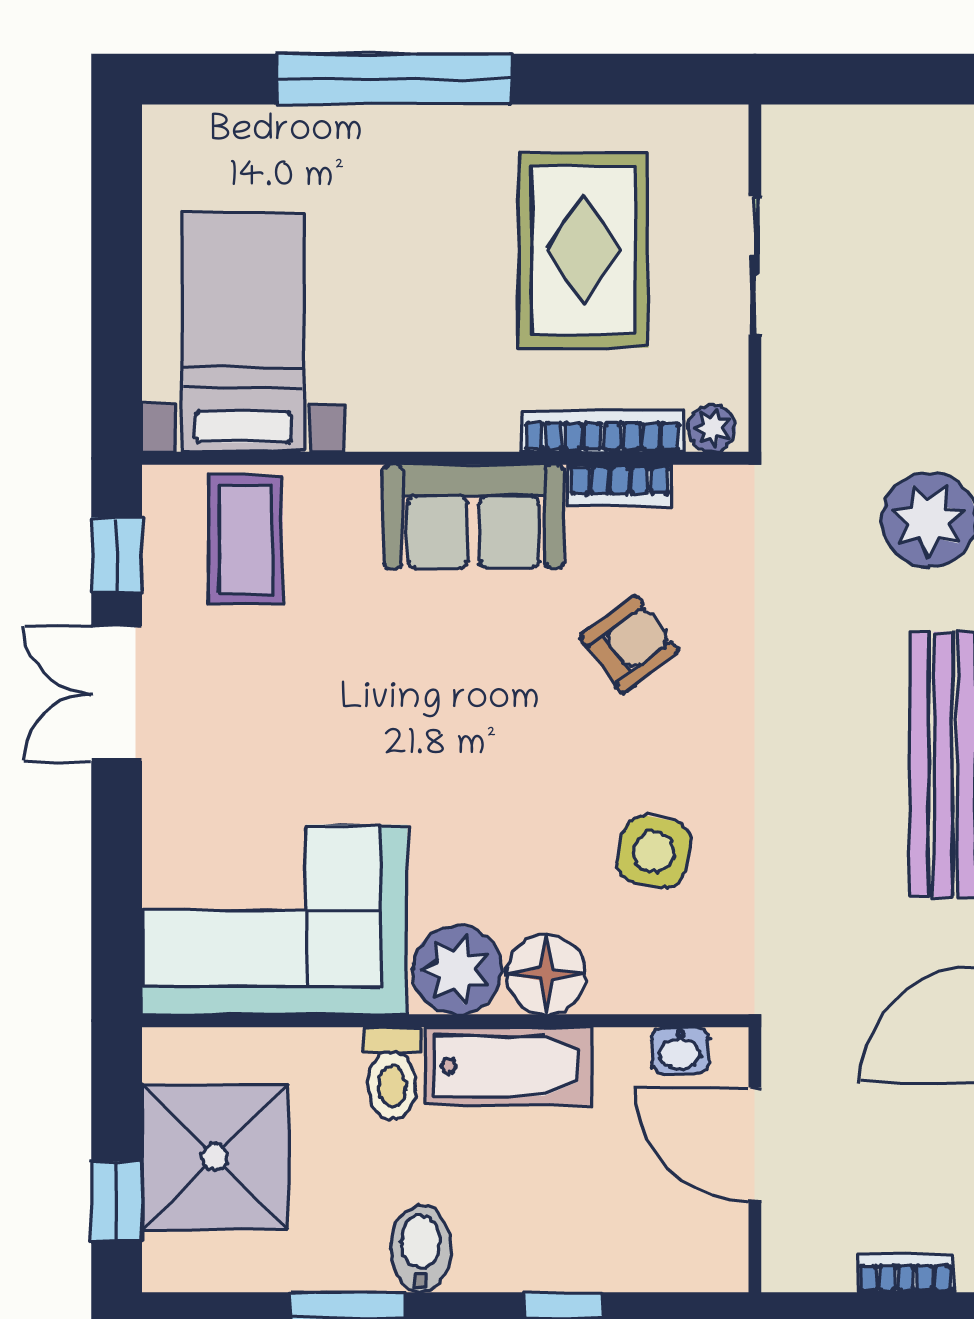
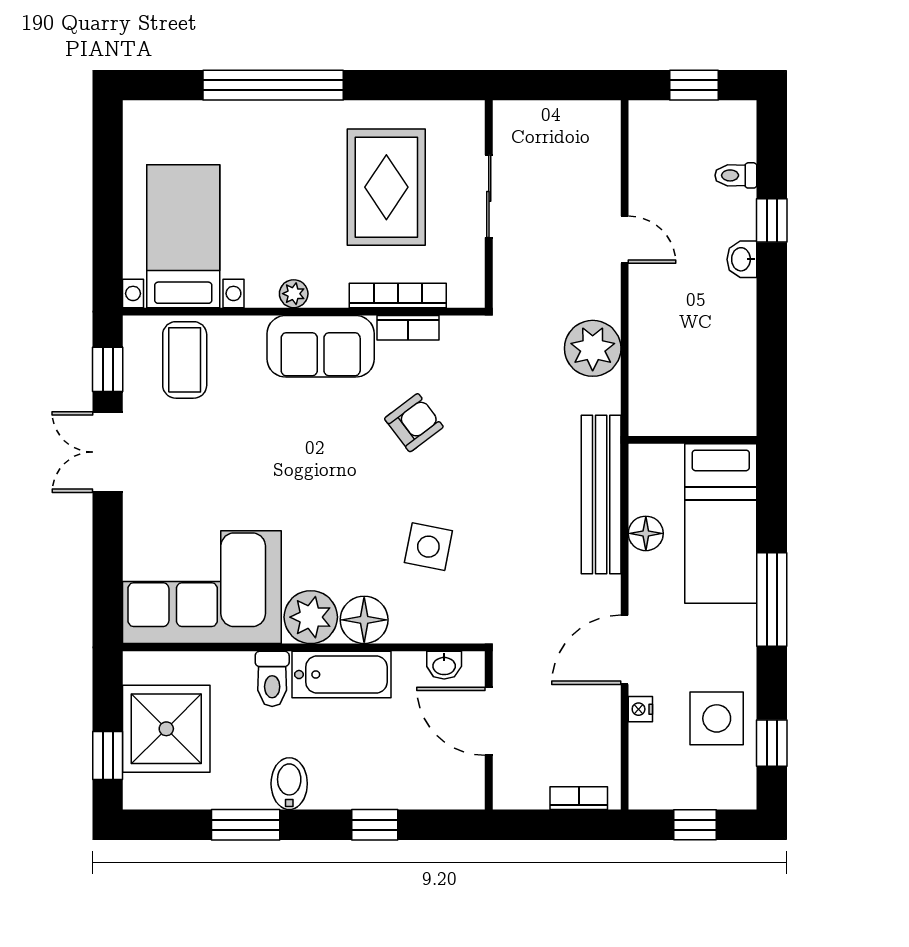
plant: (712, 428) -> (294, 294), moved

